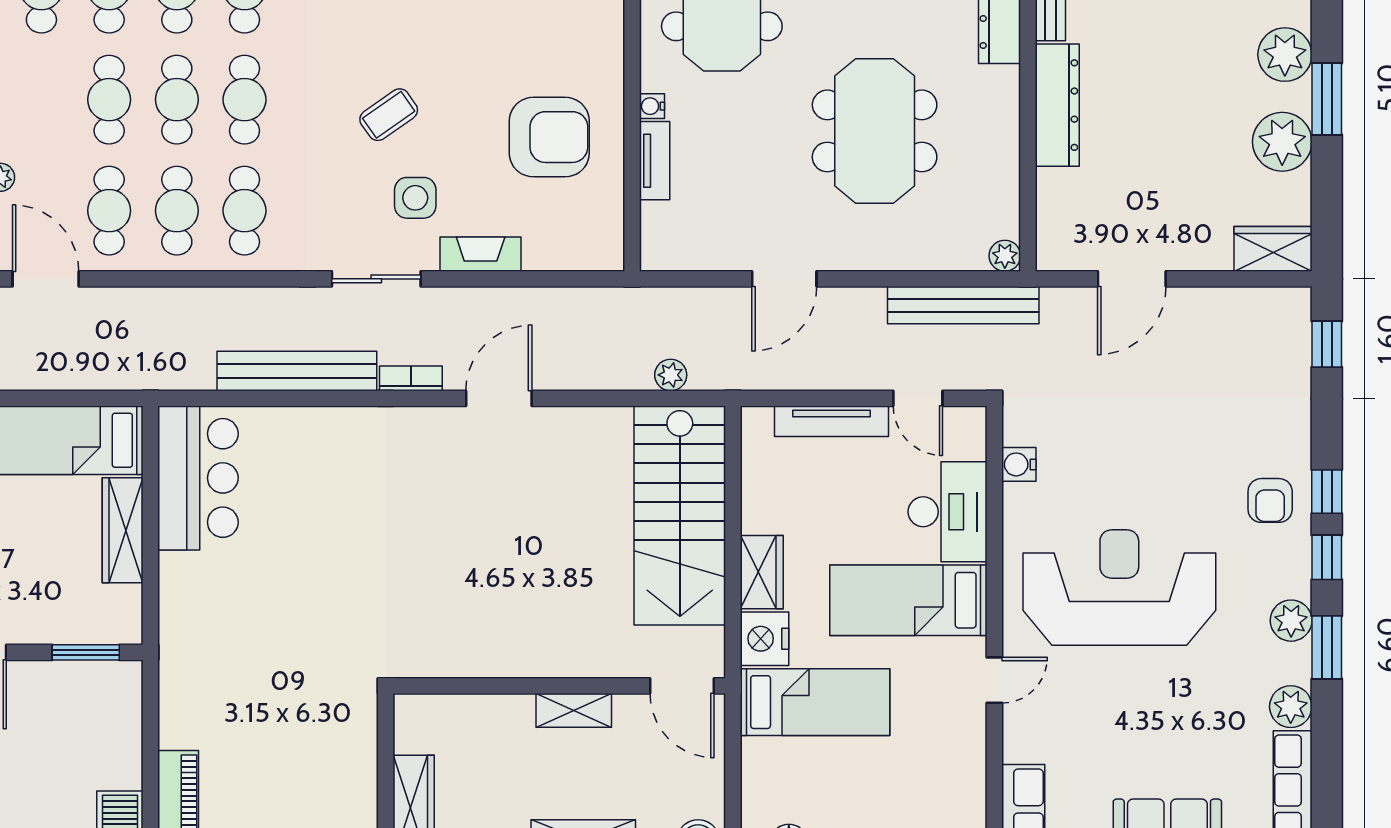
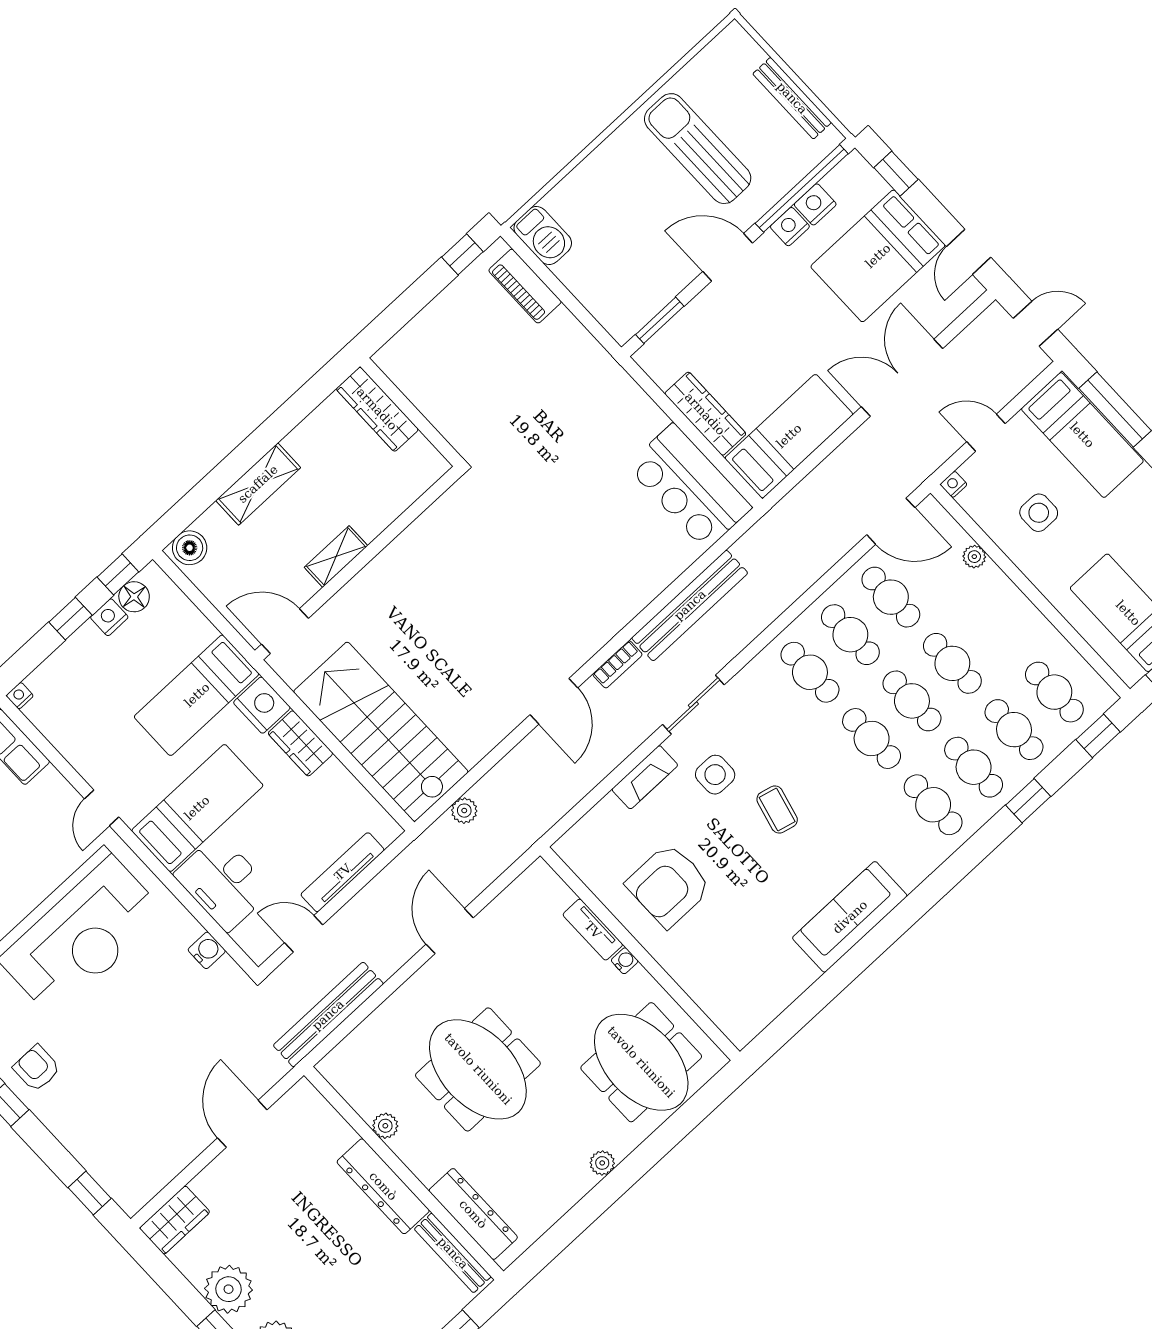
coffee table: (389, 115) -> (777, 810), turned -41
plant: (1005, 256) -> (385, 1126), moved

